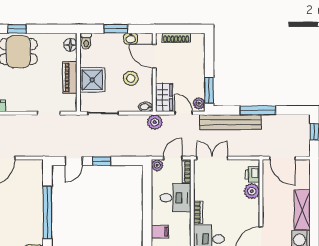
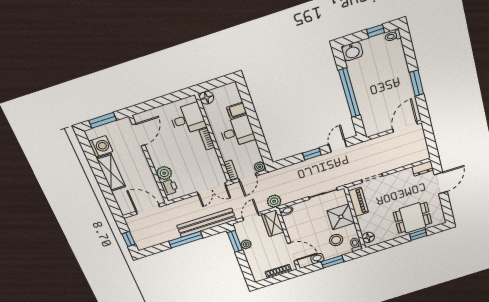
piano: (70, 77) -> (358, 202), moved
stool: (131, 78) -> (336, 240), moved
plant: (199, 103) -> (246, 244), moved
door: (184, 113) -> (251, 216), swing flipped
desk: (175, 198) -> (237, 132), moved, turned 180

